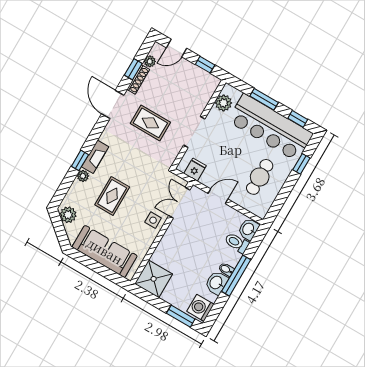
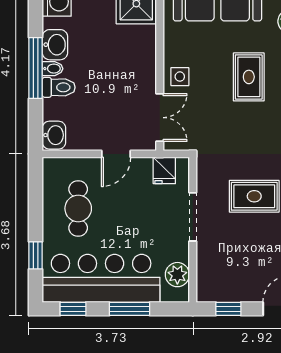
toilet: (237, 243) -> (59, 87), moved

